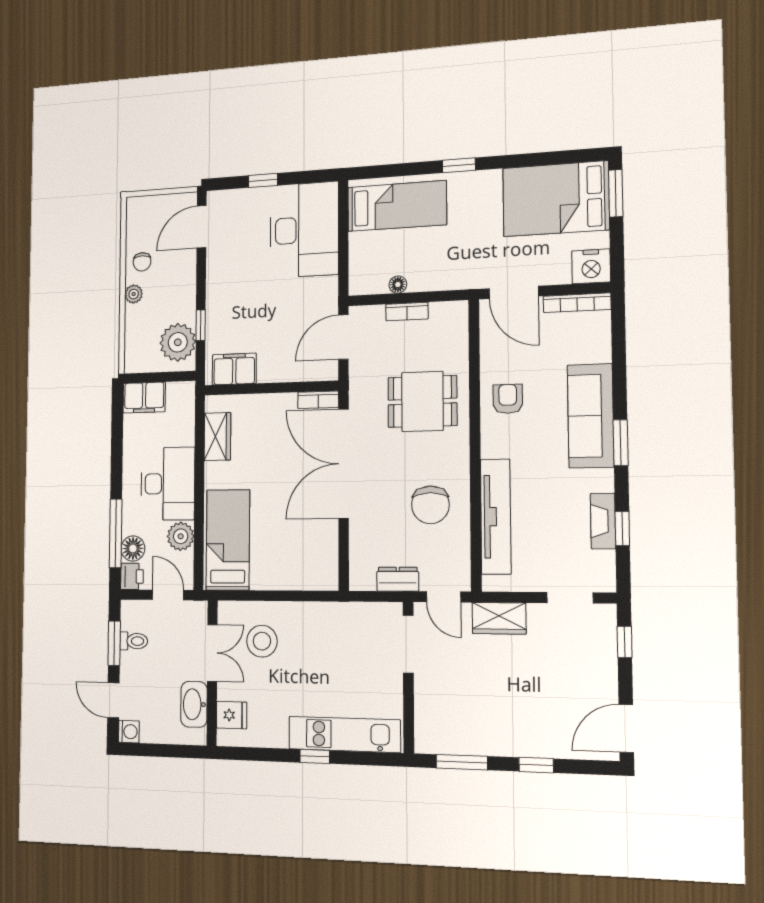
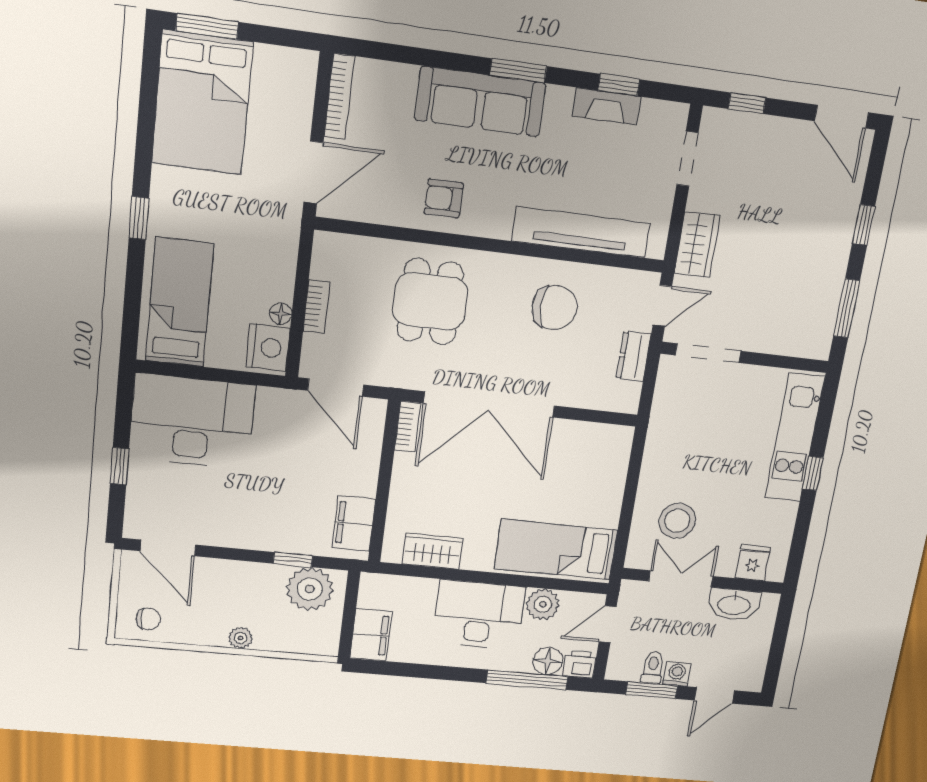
chair: (142, 262) -> (148, 619), moved
nightstand: (591, 266) -> (268, 347), moved
washing machine: (129, 732) -> (677, 674), moved

